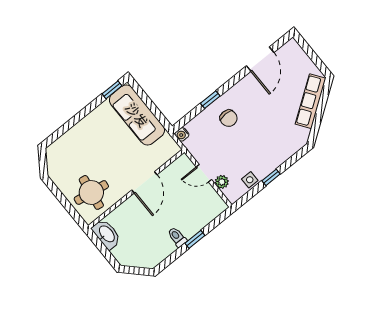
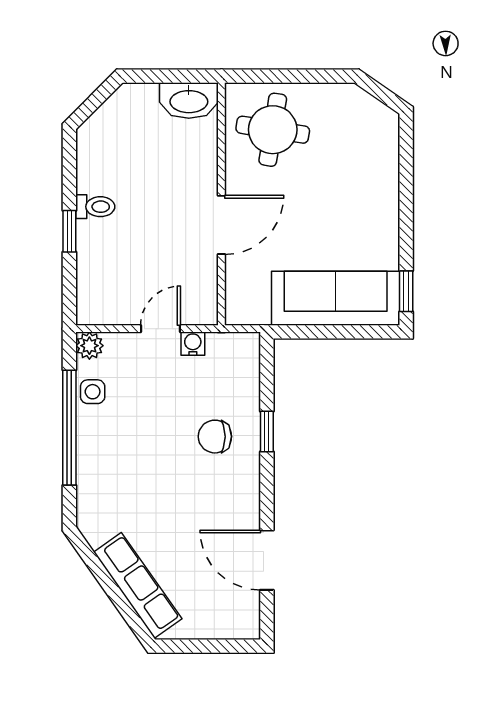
water cooler: (182, 134) -> (193, 344), moved
window: (271, 177) -> (69, 428), width x3.17
door: (144, 182) -> (221, 225), swing flipped
plant: (222, 182) -> (89, 346), moved

